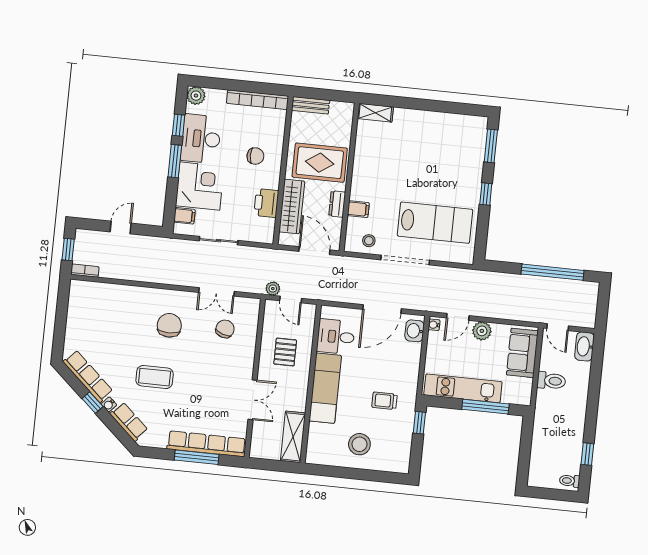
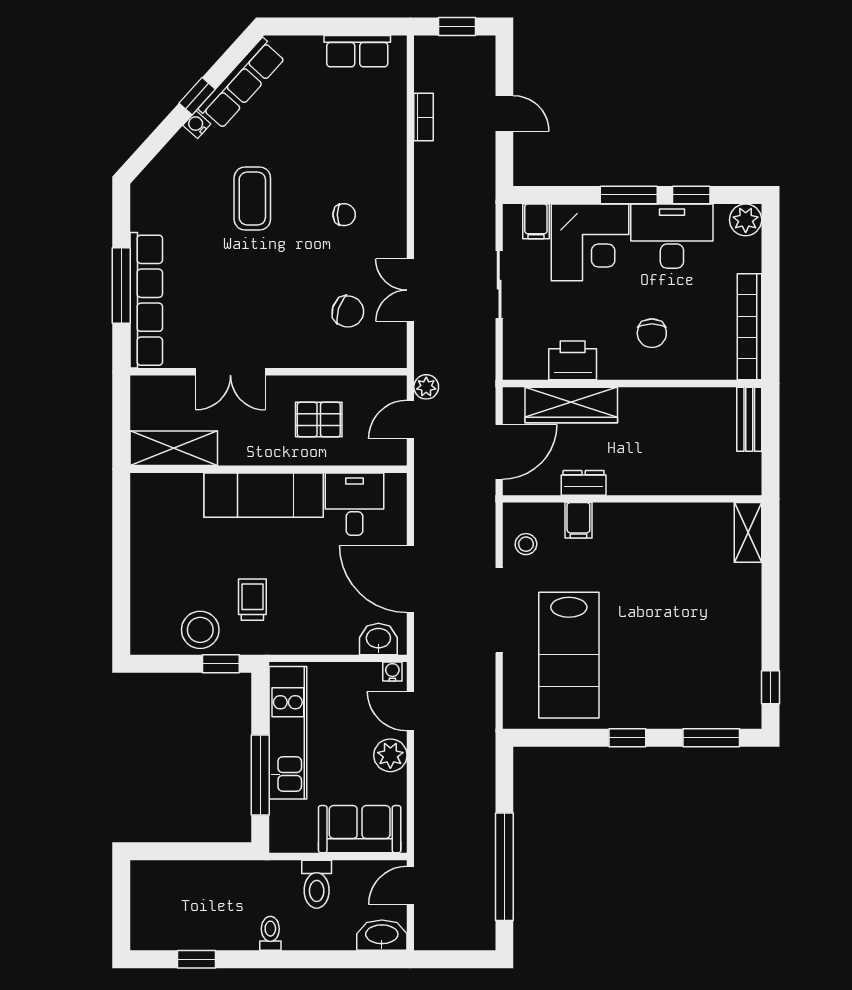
window: (465, 109) -> (770, 687), added
rug: (320, 163) -> (652, 445), removed
bookcase: (85, 271) -> (423, 117), moved
chair: (169, 325) -> (344, 215), width x0.54, depth x0.54
row of seats: (129, 422) -> (357, 51), moved, turned 48
stool: (359, 444) -> (200, 630), moved
toilet: (570, 481) -> (270, 933), moved

